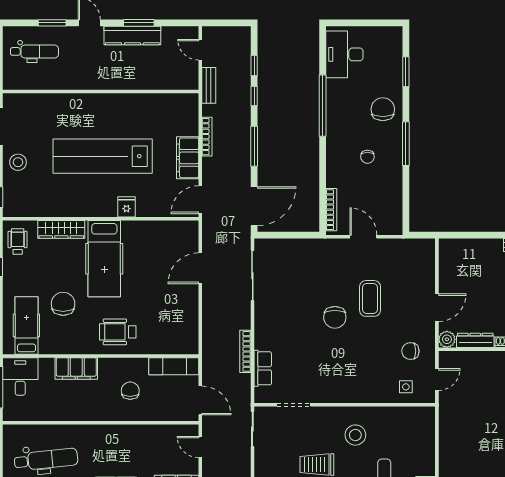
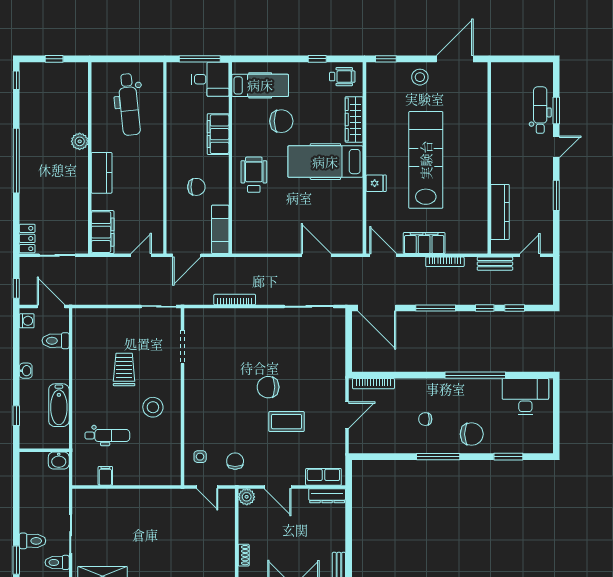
kitchen counter: (132, 36) -> (500, 212), moved, turned 180
dental chair: (34, 51) -> (540, 110), moved, turned 180
dresser: (475, 340) -> (327, 496), moved, turned 90
row of seats: (263, 368) -> (323, 477), moved, turned 180

